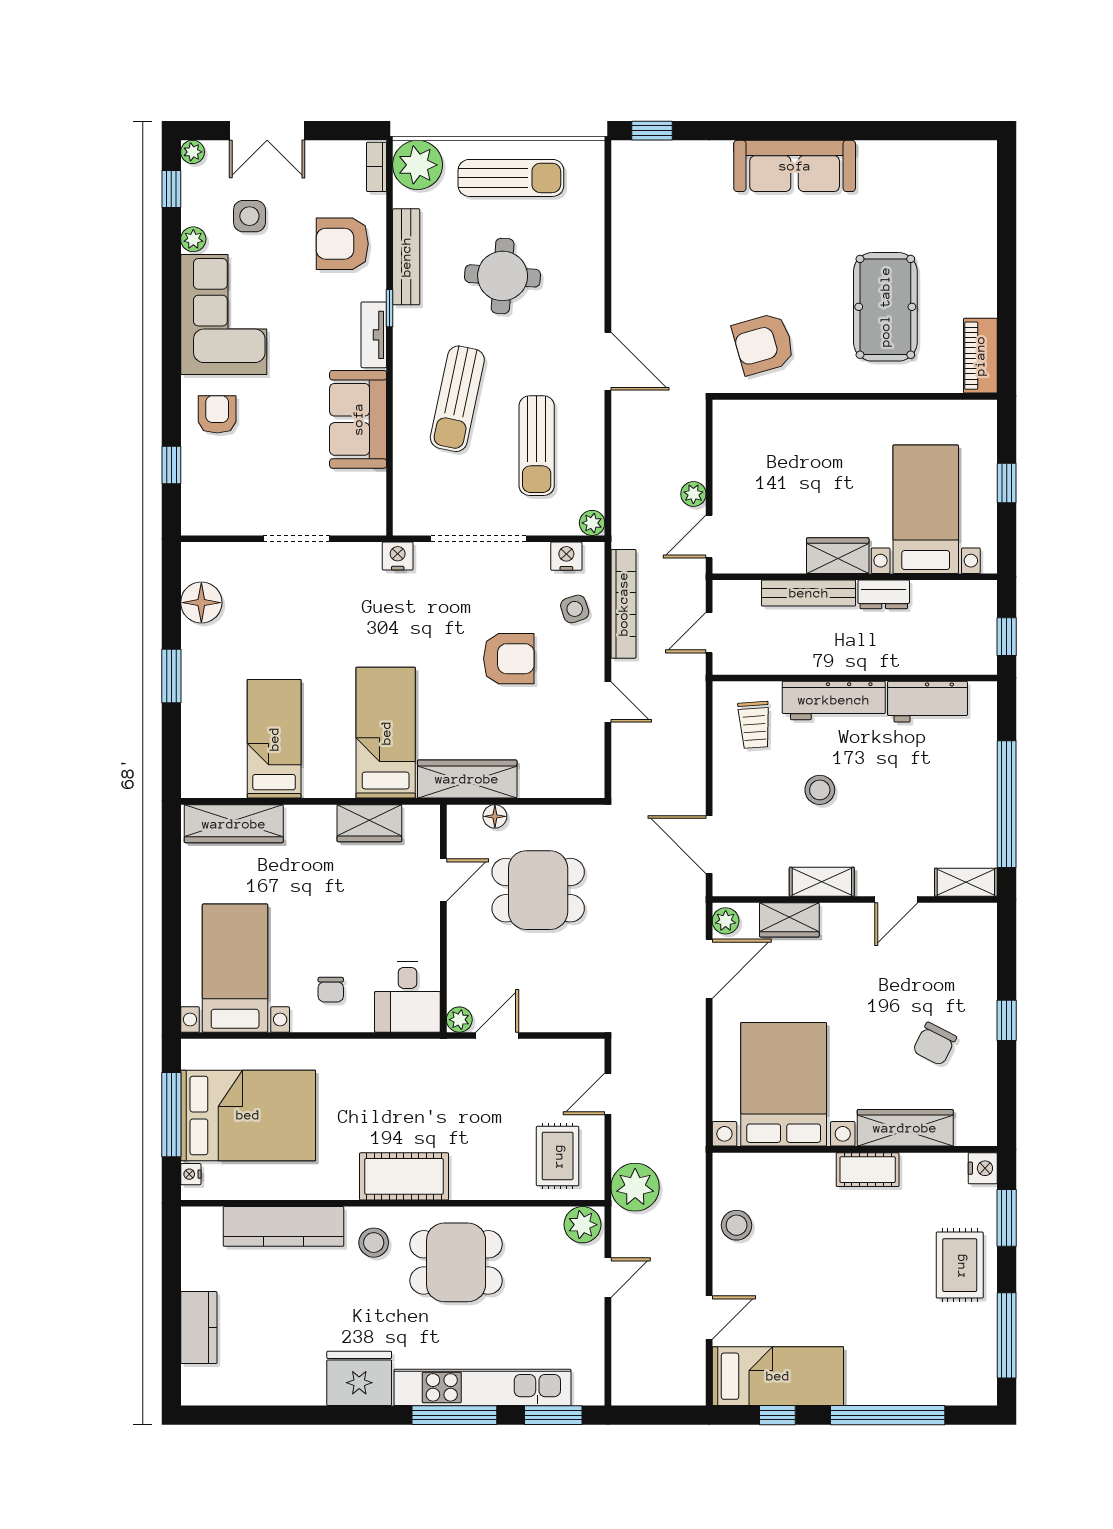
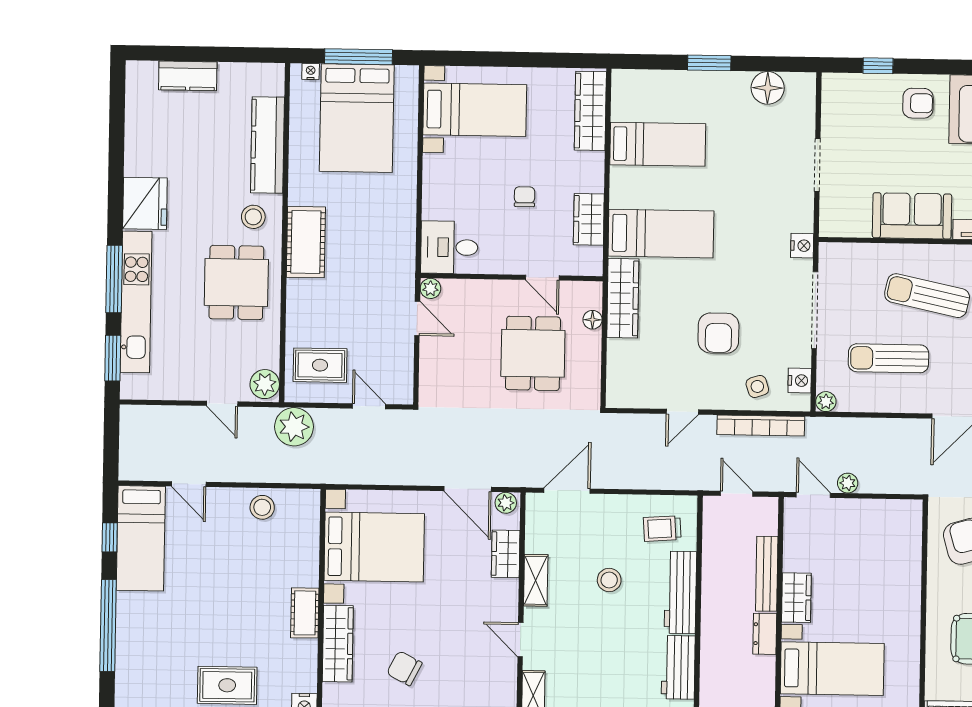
chair: (331, 990) -> (525, 197), moved, turned 90

